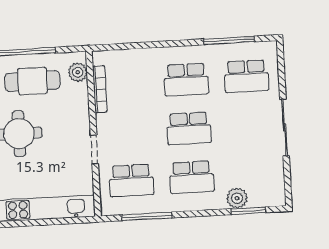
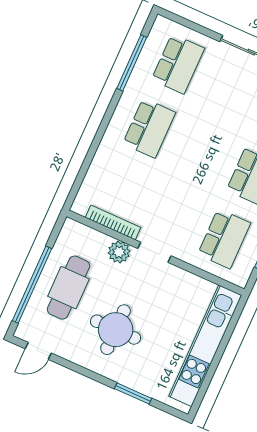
plant: (78, 72) -> (119, 252), moved
school desk: (189, 128) -> (201, 151), removed
doorway: (94, 149) -> (154, 252), moved

